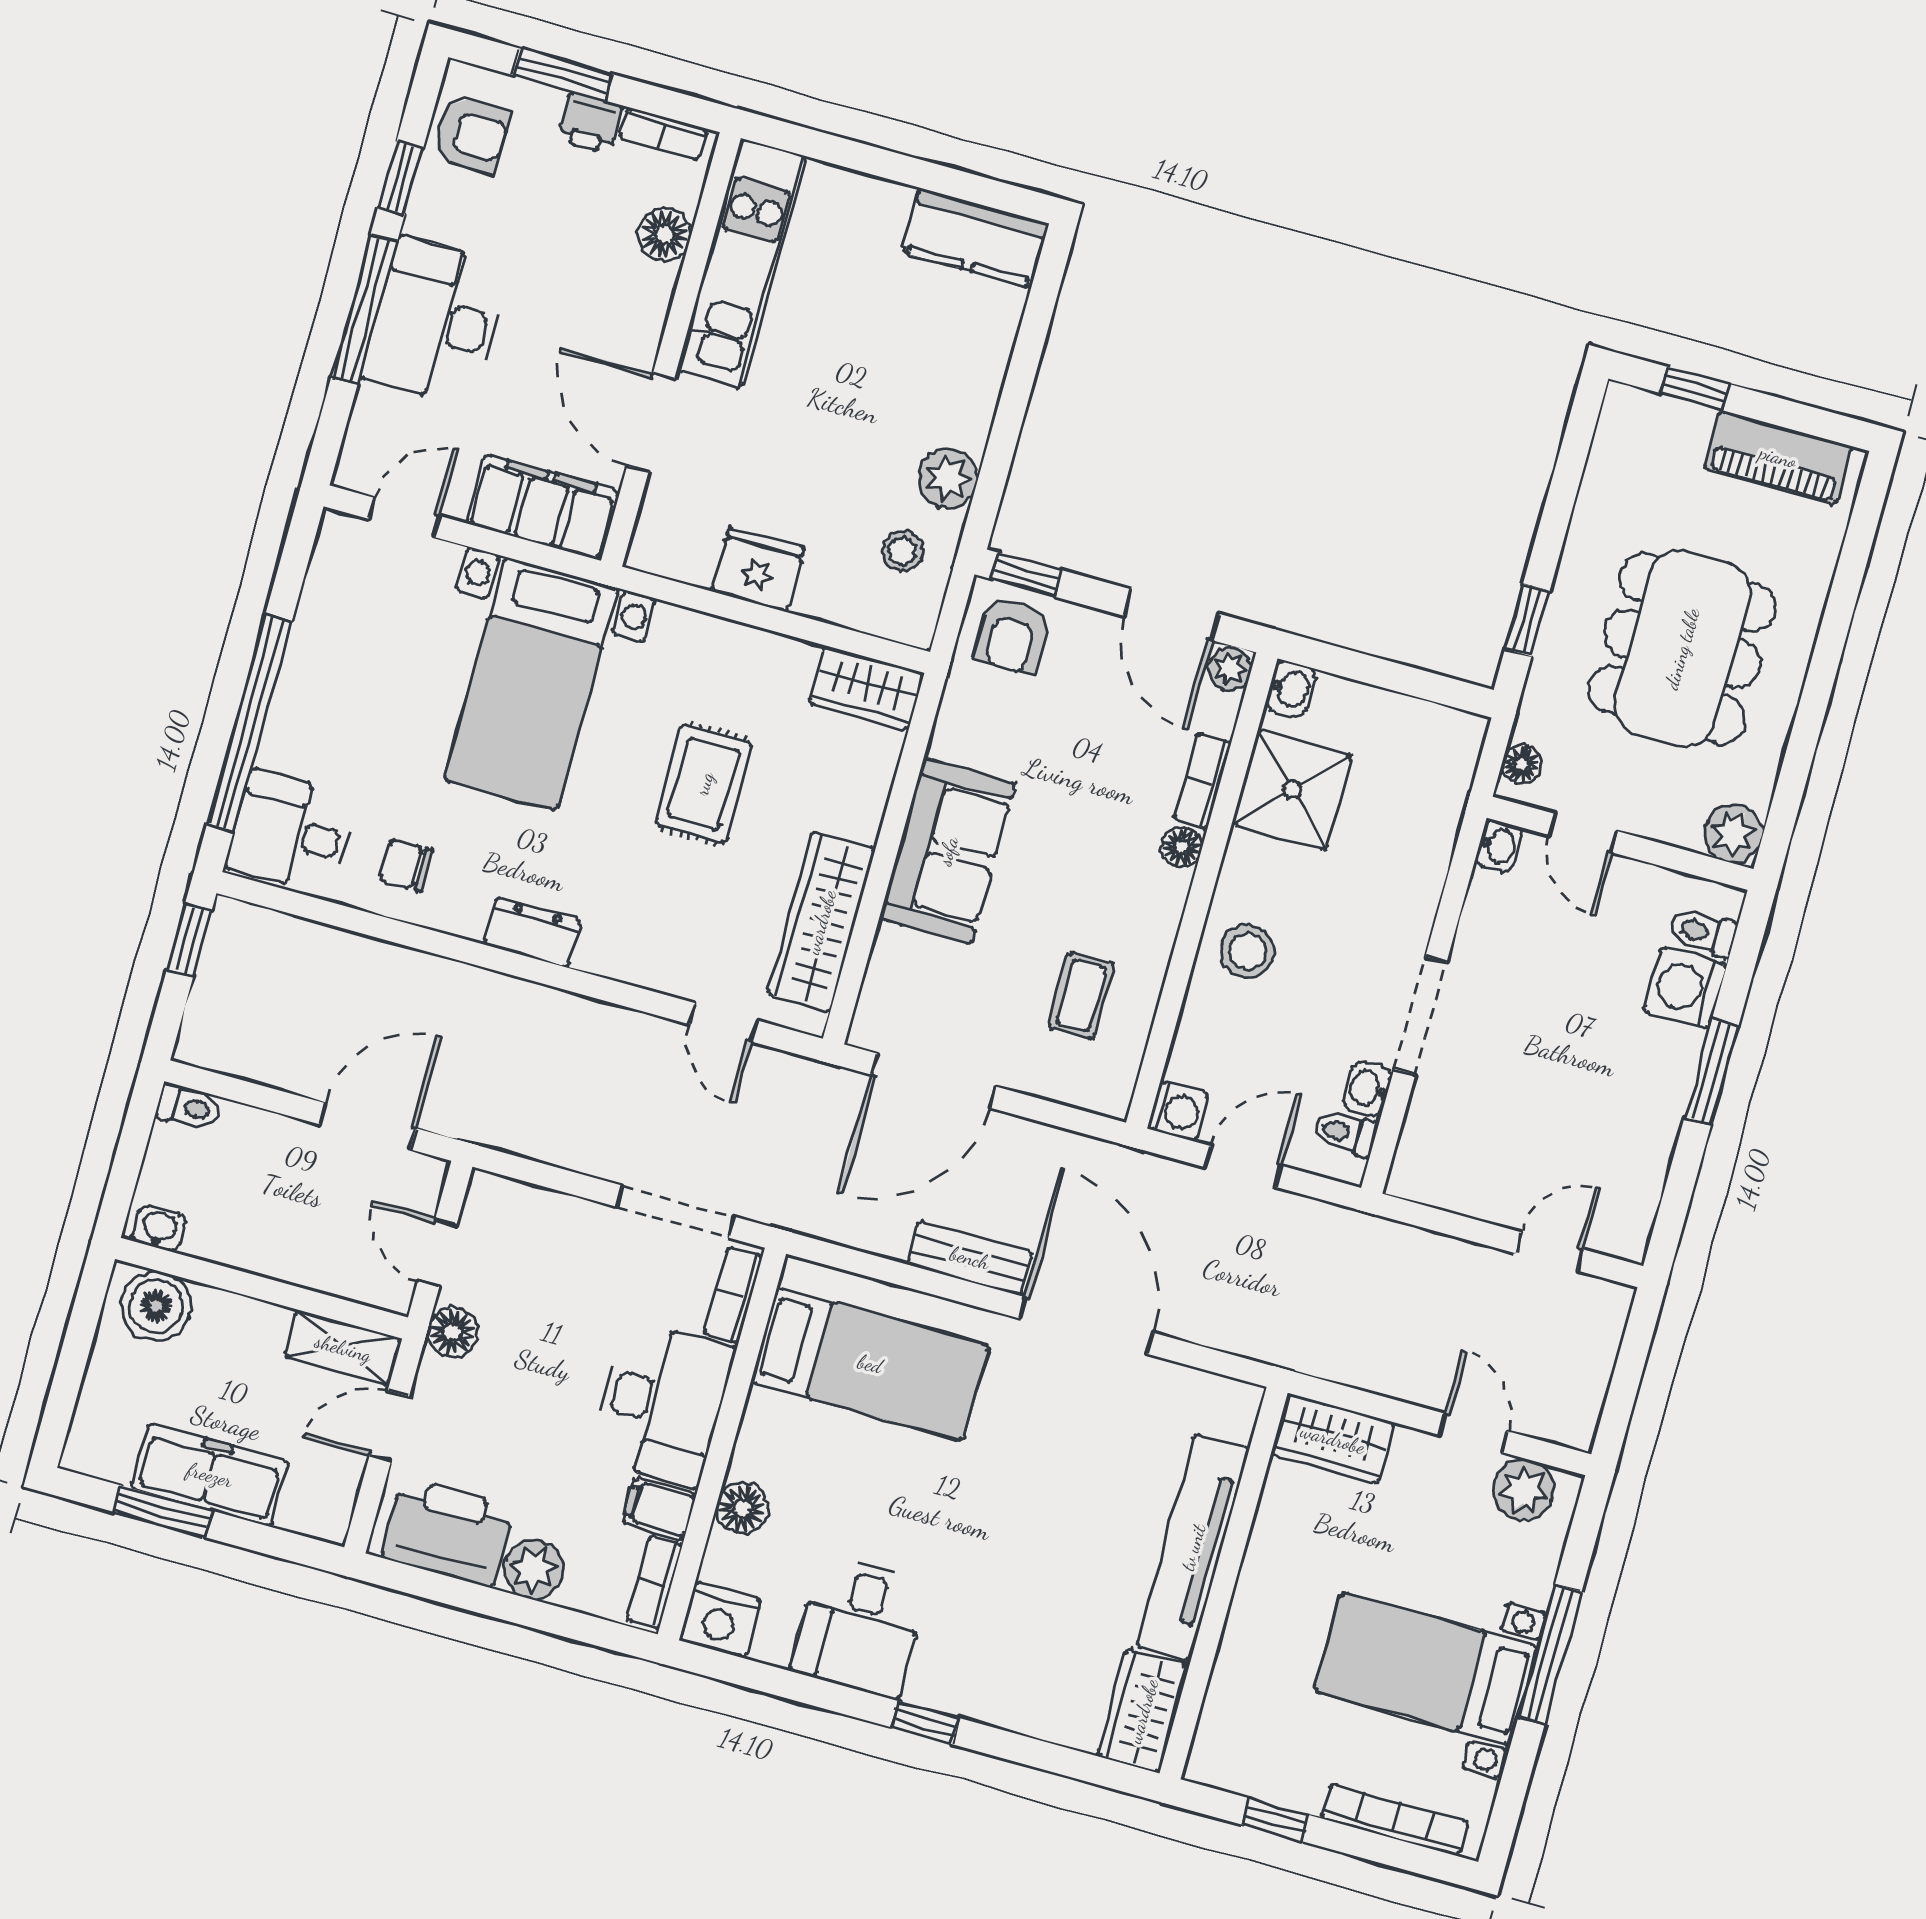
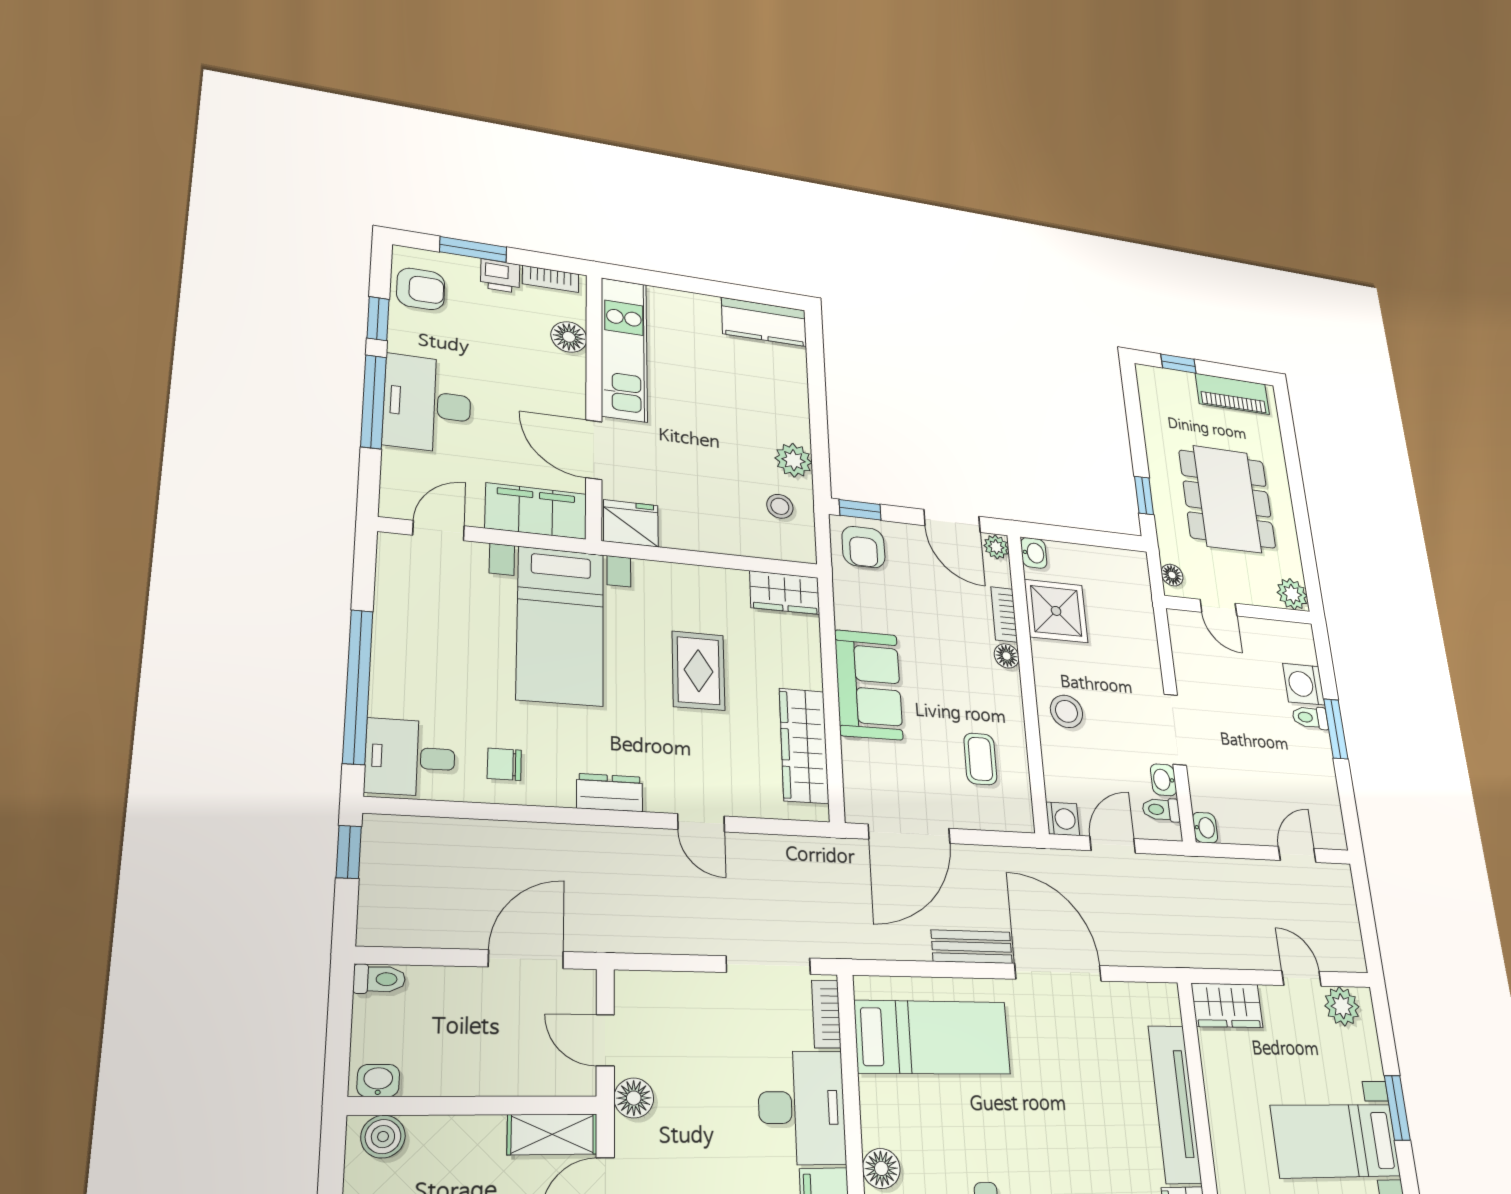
fridge: (758, 569) -> (631, 523), moved
washbasin: (1499, 846) -> (1205, 828), moved
toilet: (1703, 933) -> (1310, 717), moved
door: (723, 1022) -> (701, 823), moved
boiler: (156, 1306) -> (383, 1137), width x0.73, depth x0.73
window: (1550, 1654) -> (1397, 1108), width x0.69

